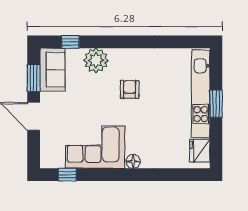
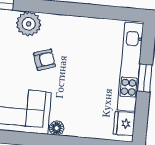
armchair: (130, 89) -> (45, 60), moved, turned 72

